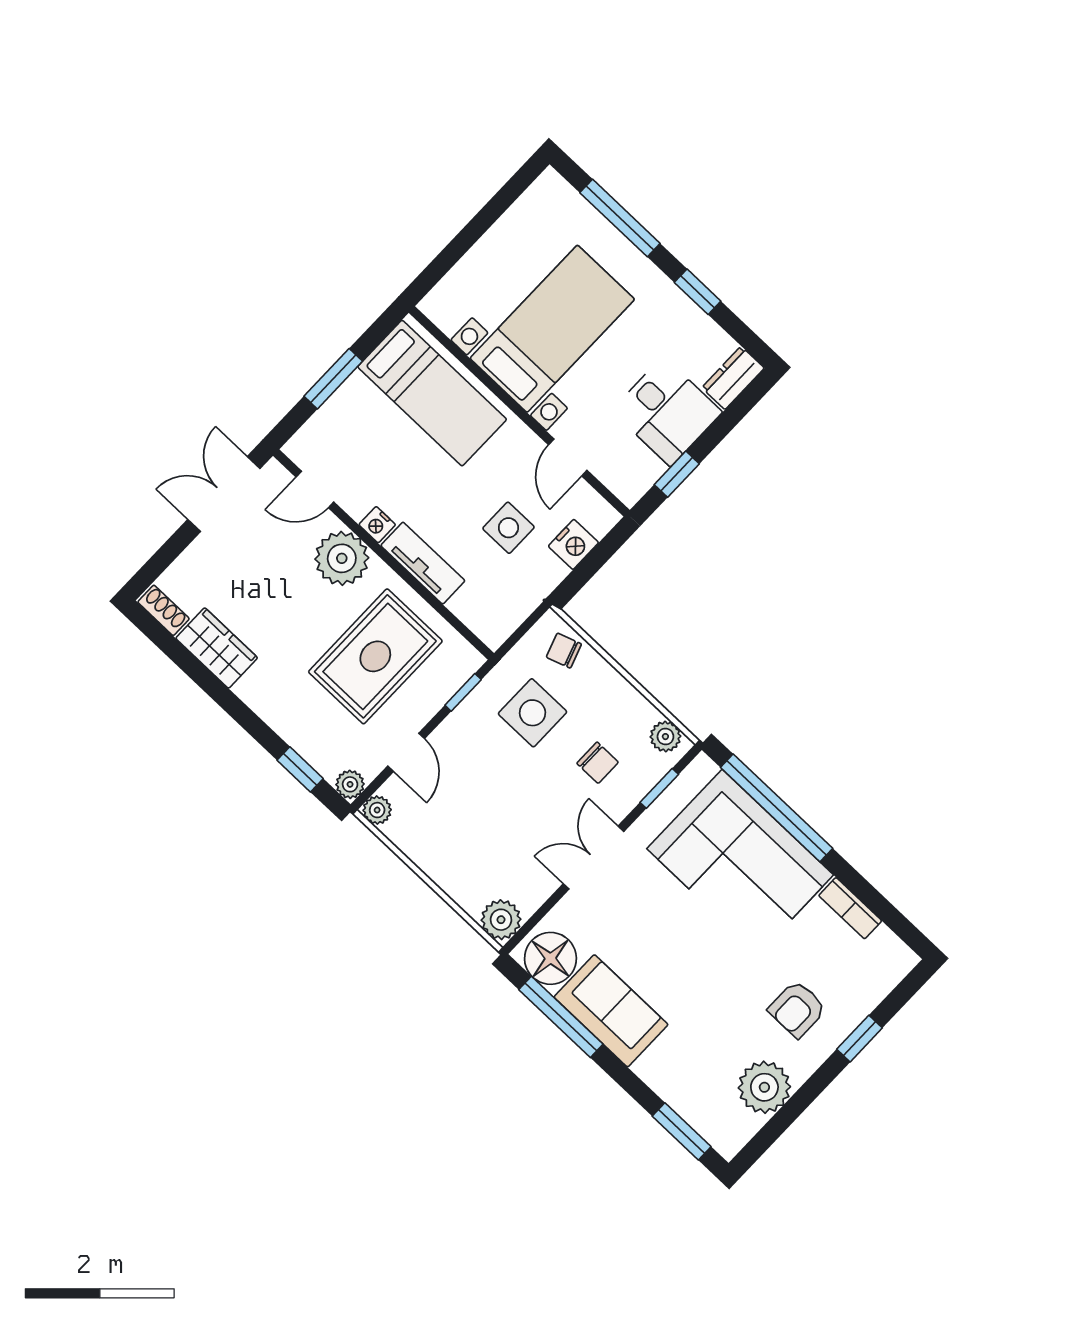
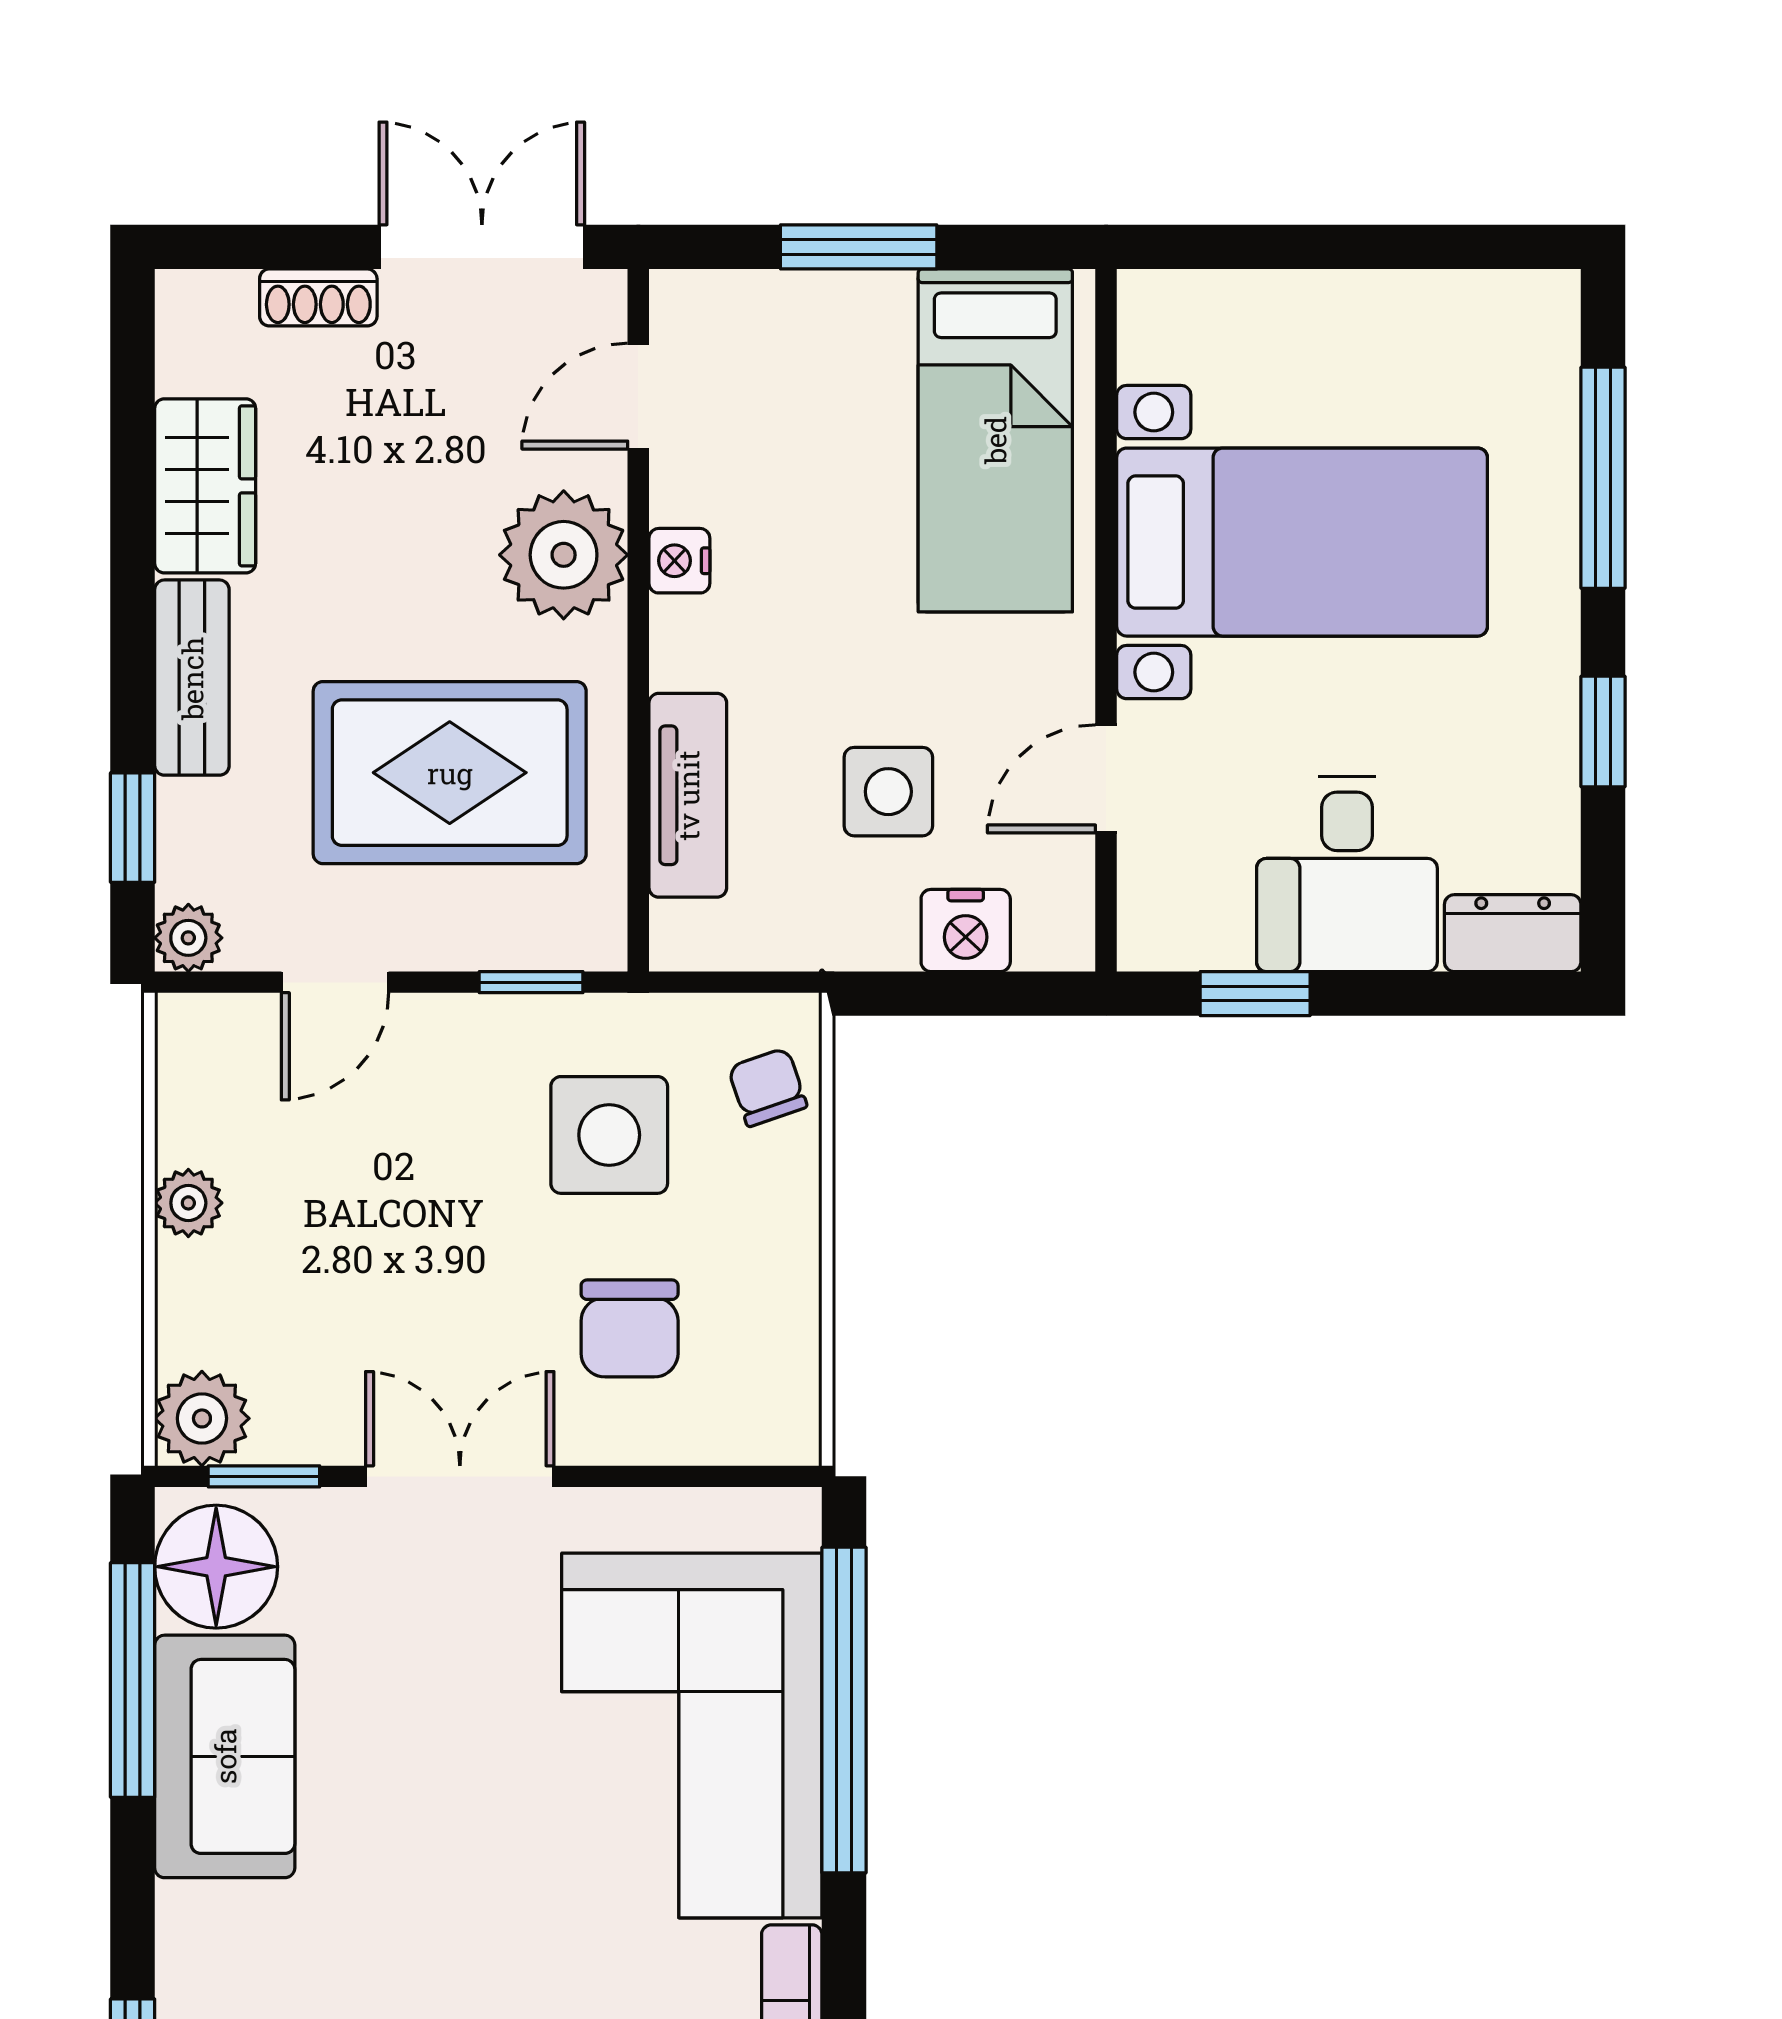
door: (315, 489) -> (638, 396), hinge flipped
tv unit: (423, 563) -> (688, 795), moved
shoe rack: (164, 610) -> (318, 297), moved, turned 90
bench: (271, 708) -> (192, 678), added
plant: (665, 737) -> (785, 1402), removed
chair: (598, 763) -> (630, 1328), width x1.37, depth x1.37
window: (659, 788) -> (264, 1476), moved
plant: (377, 810) -> (188, 1203), moved

